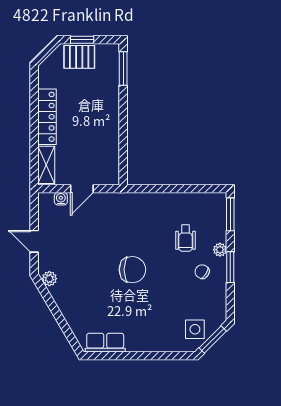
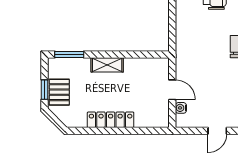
shelving: (46, 165) -> (107, 65), moved

